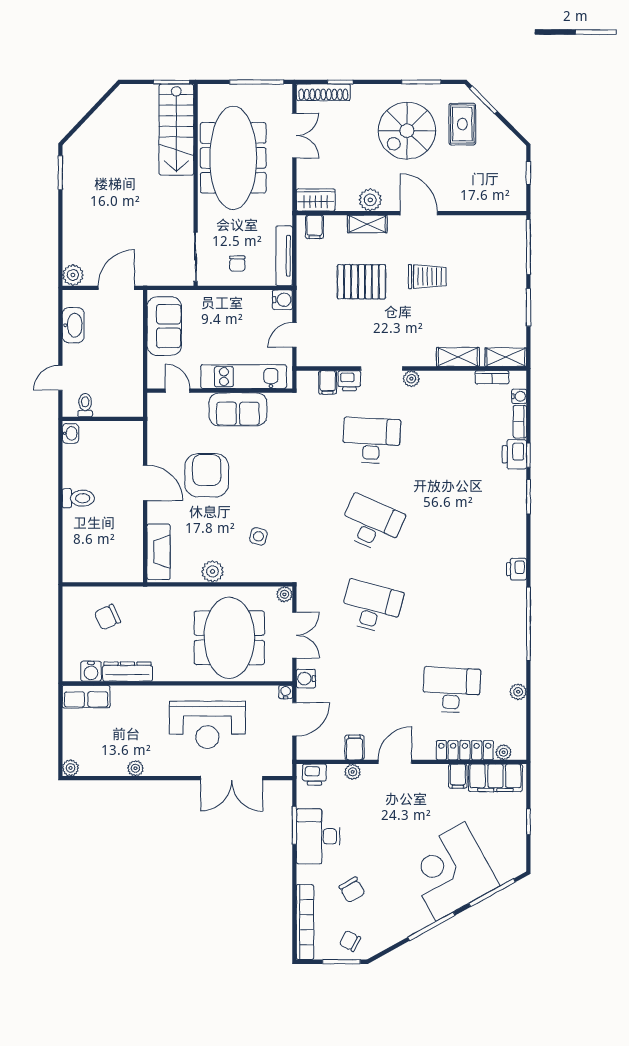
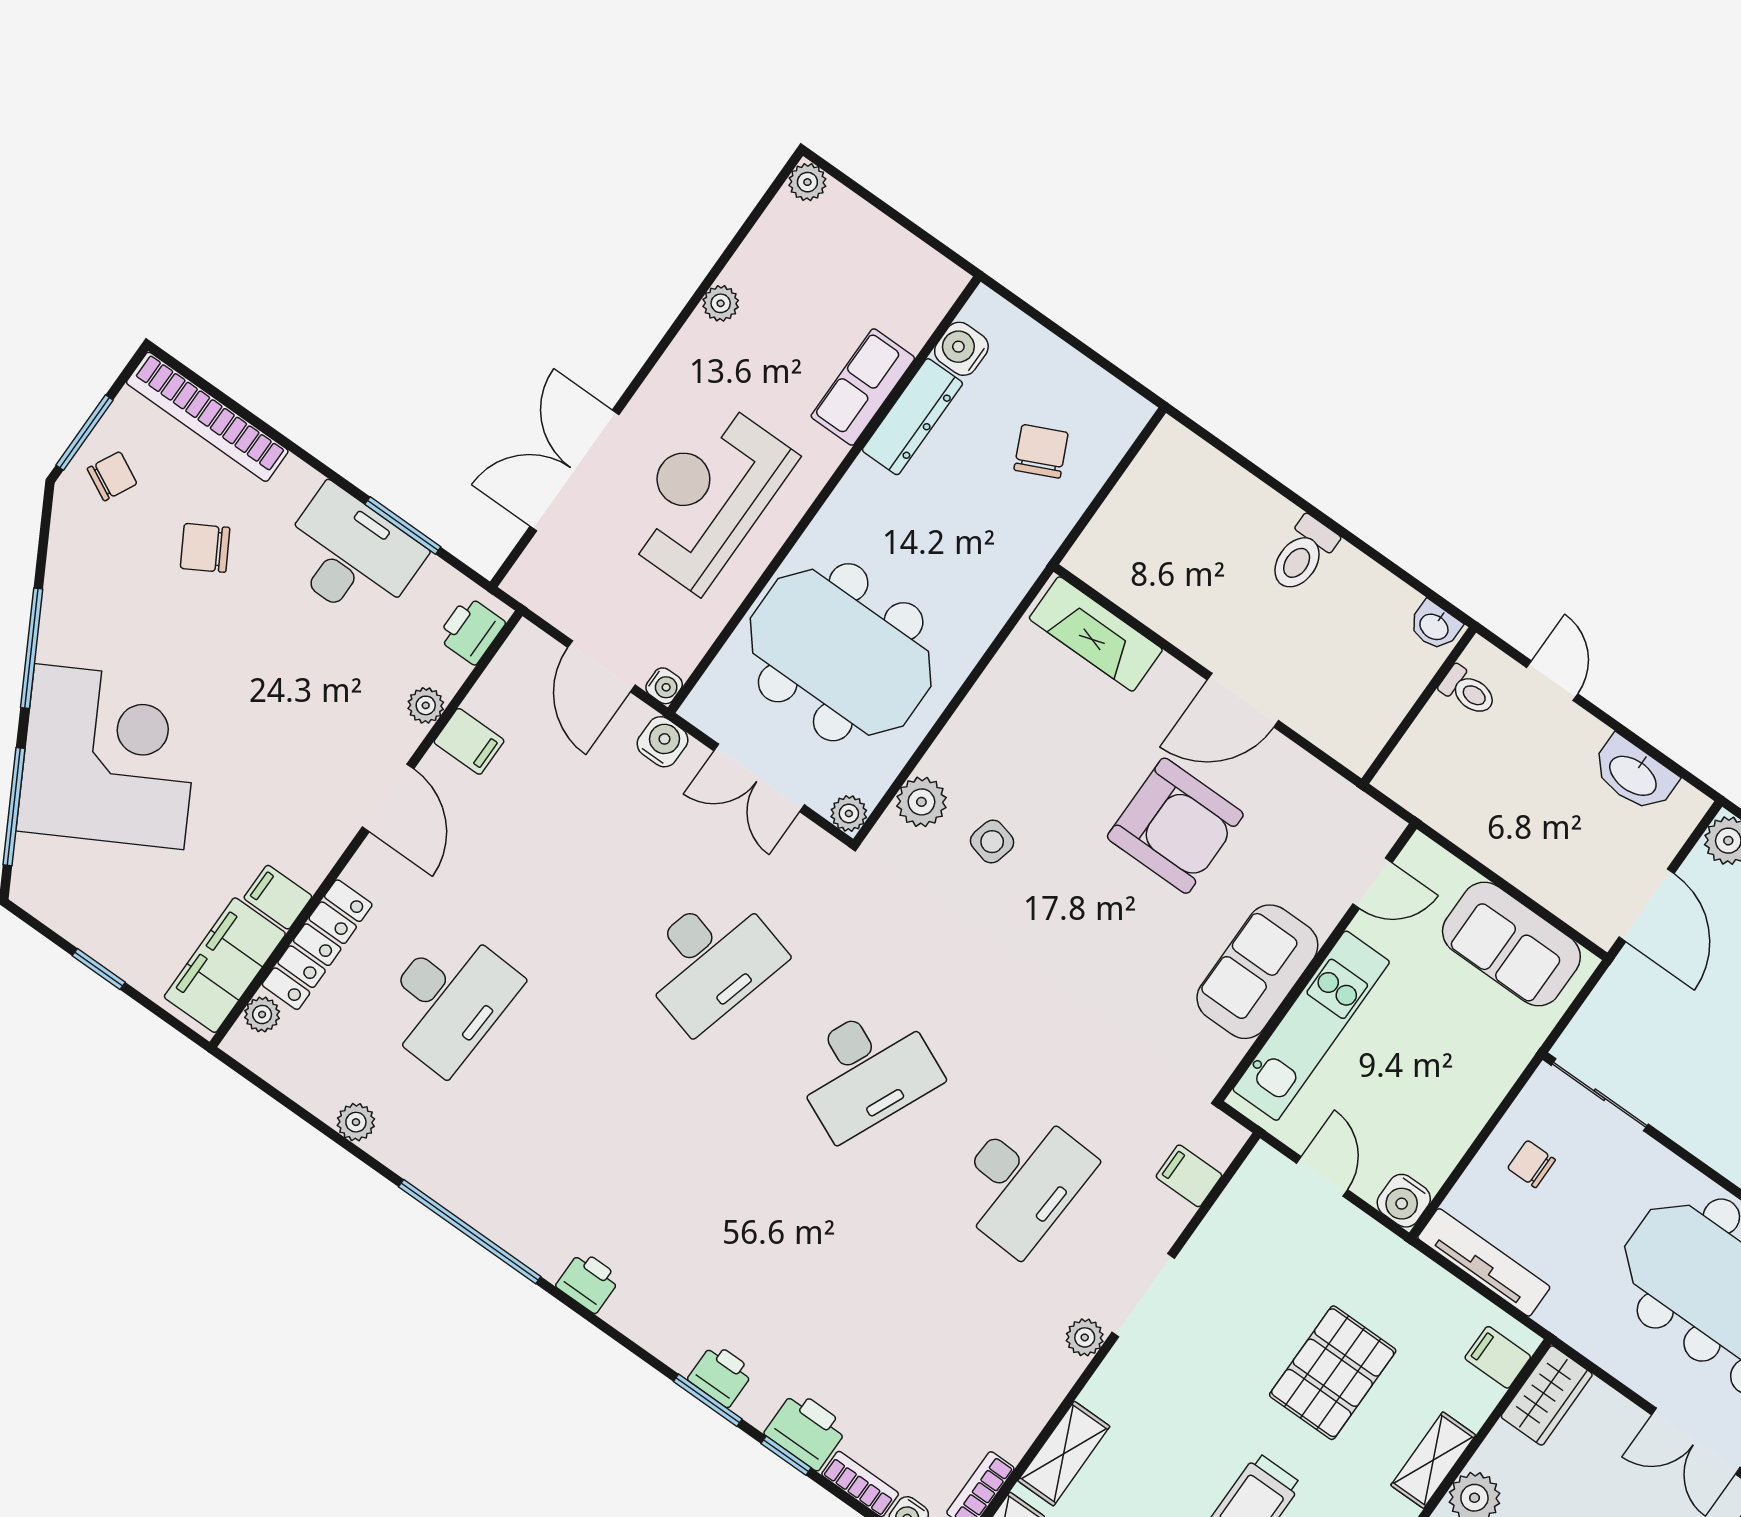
printer: (349, 381) -> (721, 1375), moved, turned 90
plant: (213, 571) -> (921, 802), moved
row of seats: (86, 697) -> (863, 387), moved

